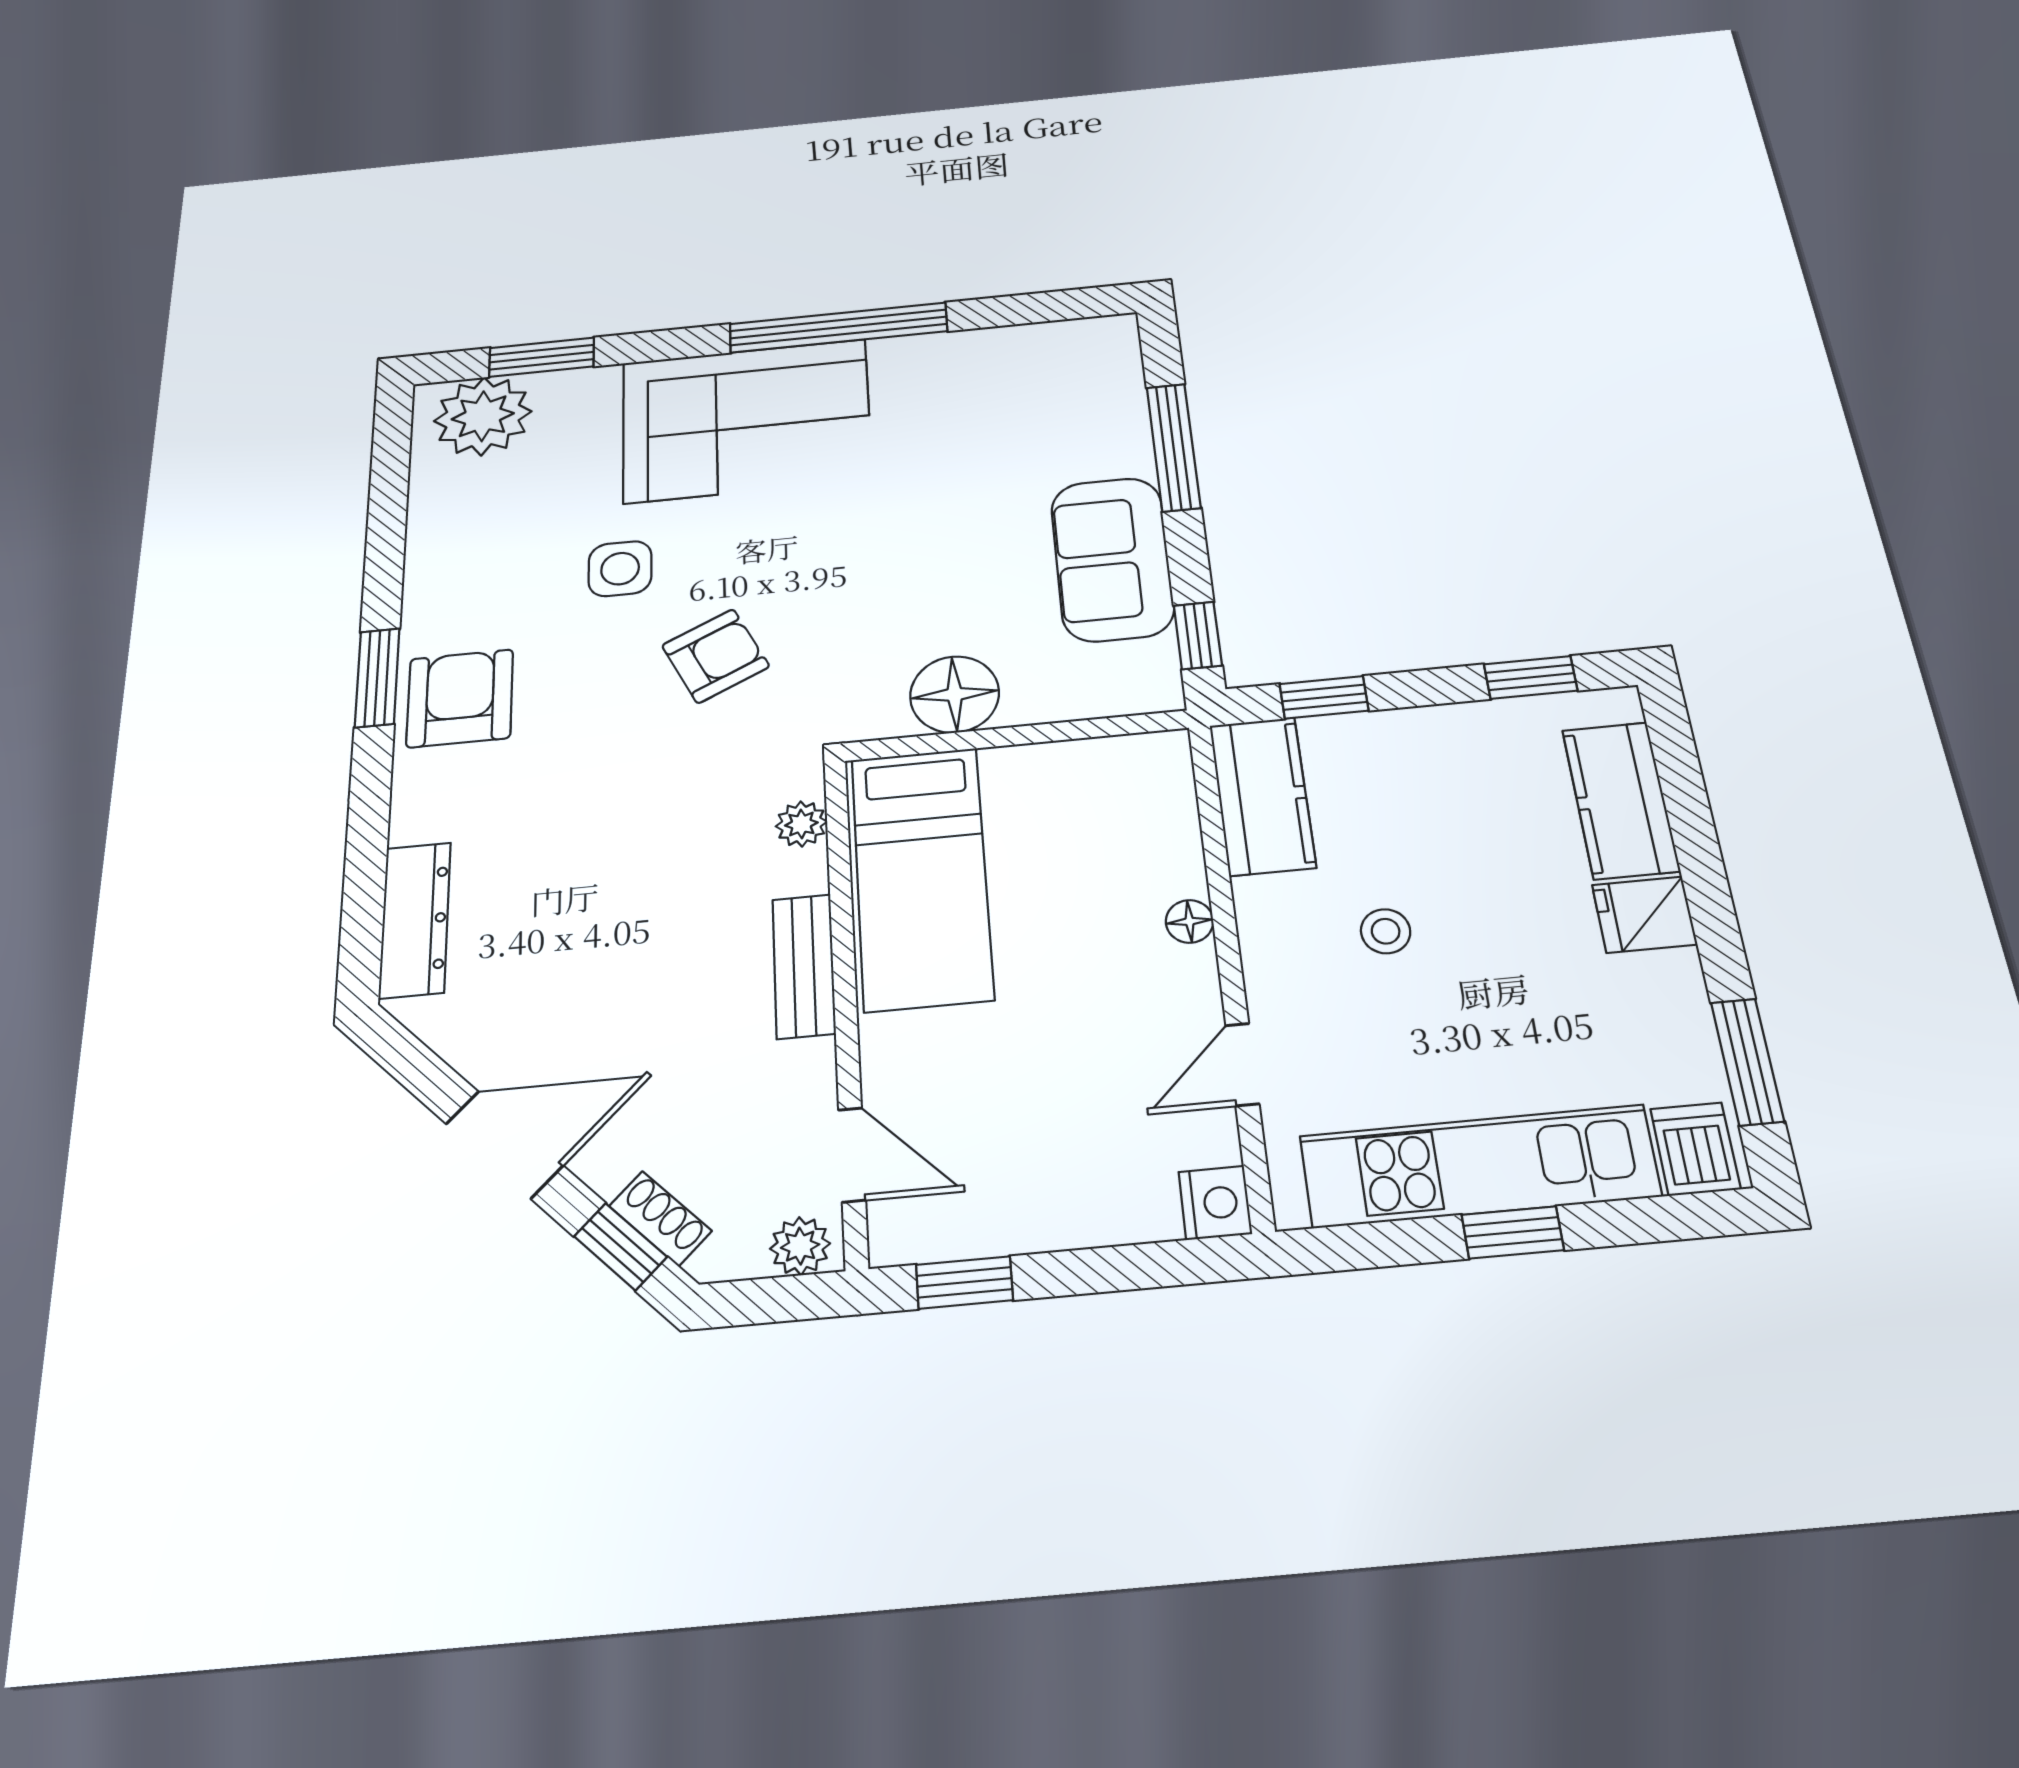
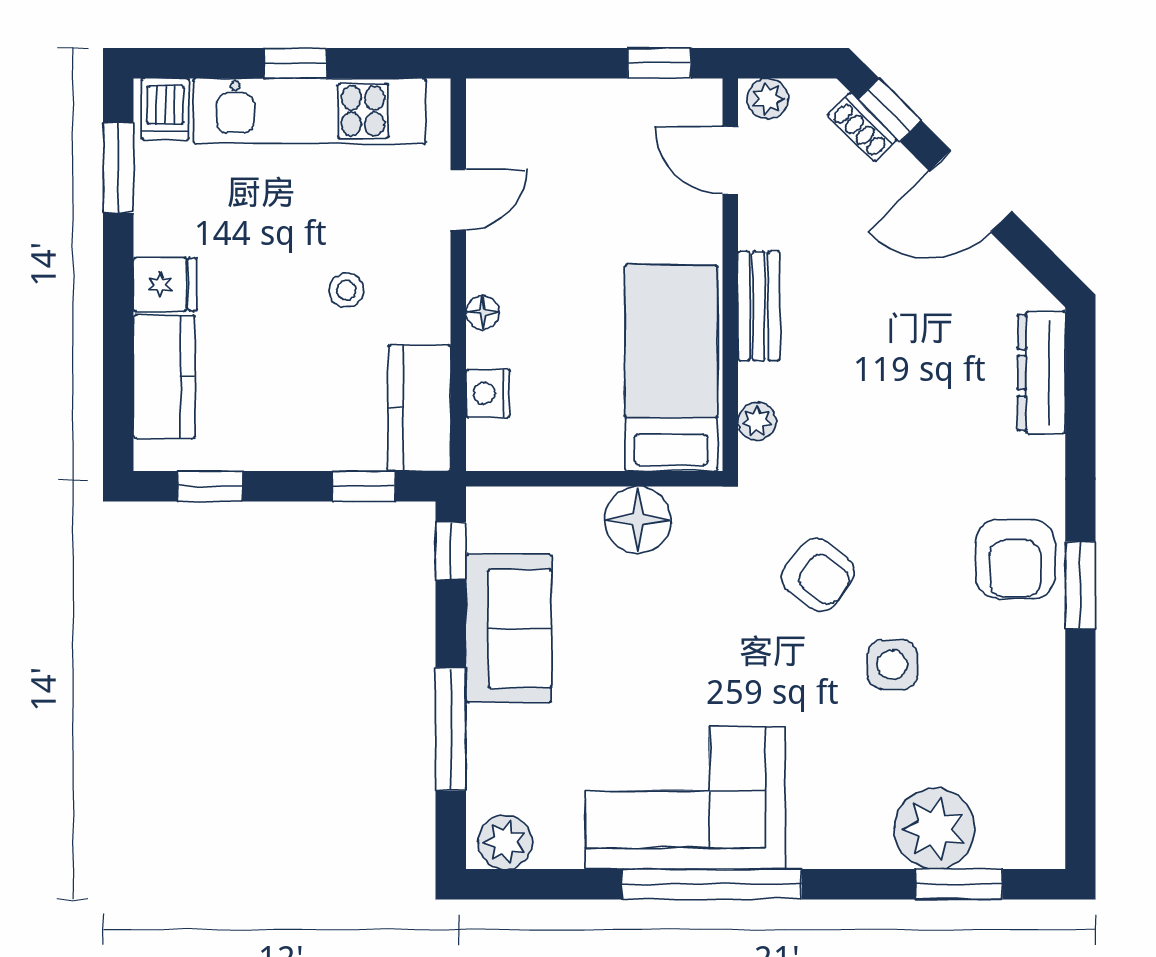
plant: (1092, 343) -> (505, 842), added
plant: (483, 416) -> (935, 829), moved
corner sofa: (746, 420) -> (686, 798), moved
armchair: (716, 656) -> (818, 575), turned -117
nightstand: (1215, 1203) -> (488, 393), moved

